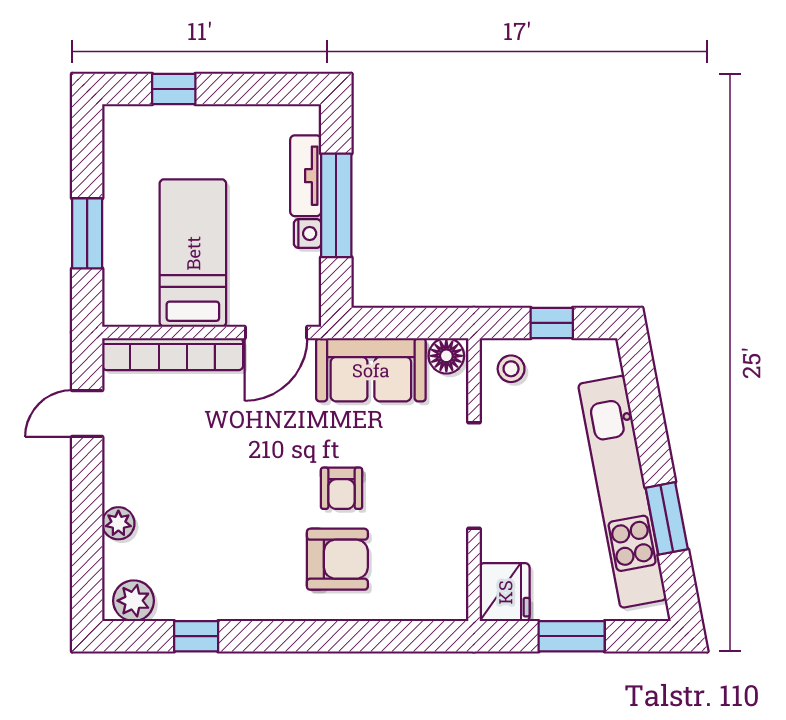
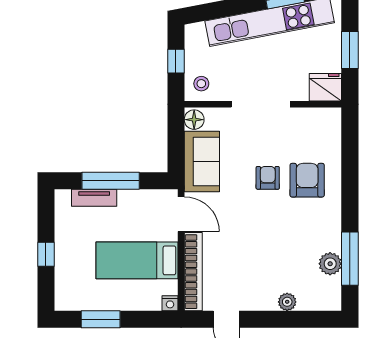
window: (174, 89) -> (46, 254), moved
window: (87, 233) -> (101, 319), moved
nightstand: (308, 234) -> (170, 303), moved, turned 180
armchair: (342, 488) -> (268, 178), turned -90
plant: (134, 601) -> (330, 264), moved
window: (196, 636) -> (350, 259), width x2.17

